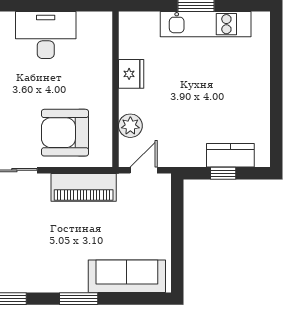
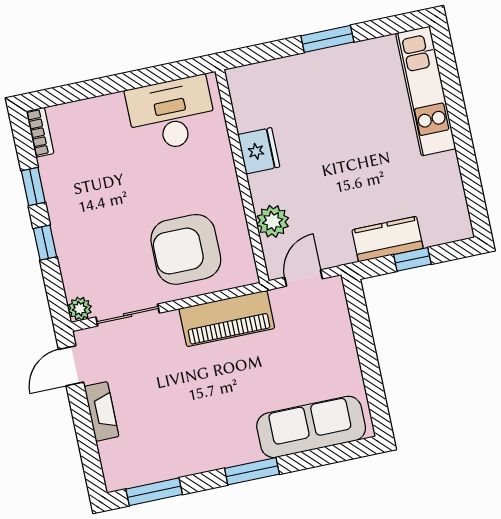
kitchen unit: (206, 24) -> (426, 91), moved, turned 90
desk: (46, 35) -> (171, 114), moved
kitchen counter: (230, 155) -> (388, 239), moved

